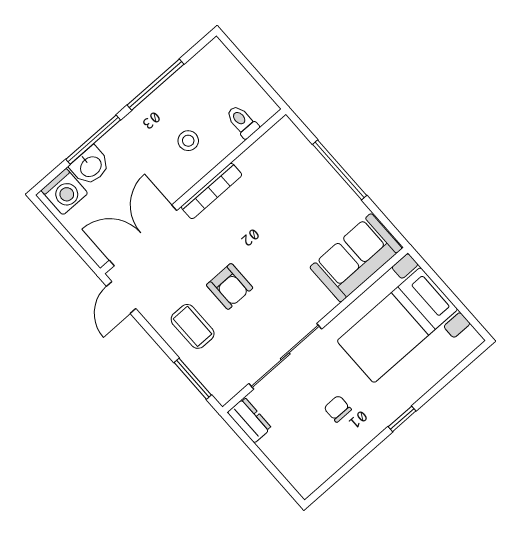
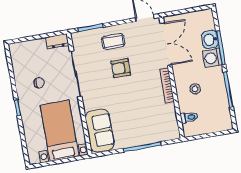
washing machine: (65, 192) -> (212, 58), moved

